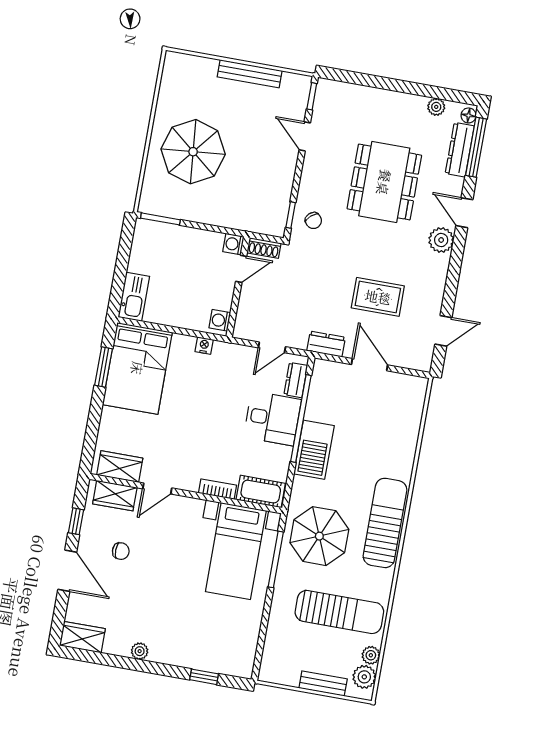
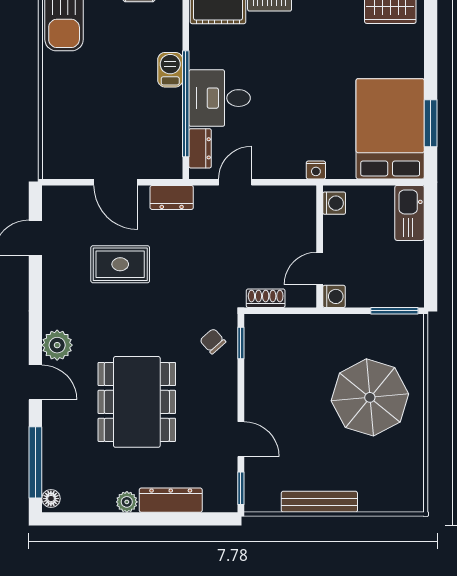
plant: (436, 107) -> (127, 502), moved
dresser: (460, 150) -> (171, 500), moved, turned -90
washing machine: (233, 244) -> (334, 296), moved
door: (241, 269) -> (320, 269), moved
wall: (238, 287) -> (320, 246), moved
washing machine: (220, 320) -> (334, 203), moved
barbecue: (314, 450) -> (170, 70), width x0.53, depth x0.65

